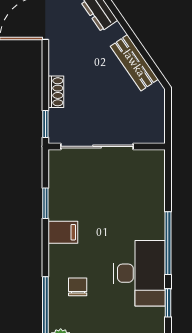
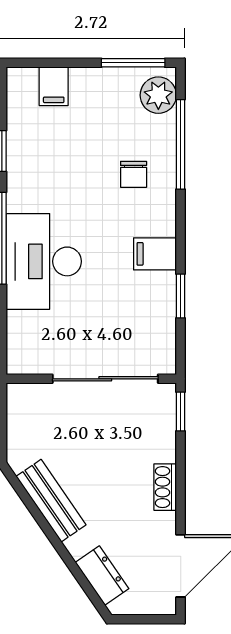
shoe rack: (56, 92) -> (165, 487), moved
desk: (139, 273) -> (44, 261), moved

